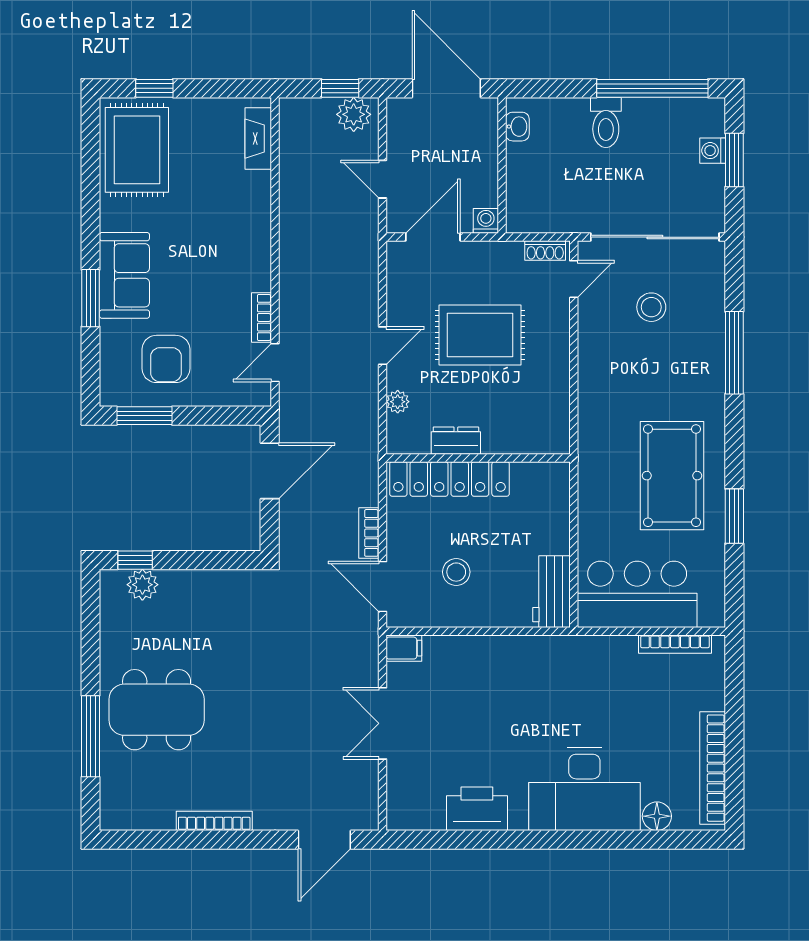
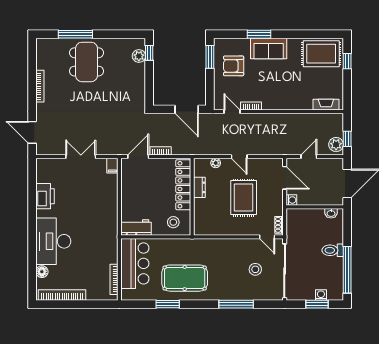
stool: (456, 572) -> (173, 222), moved

